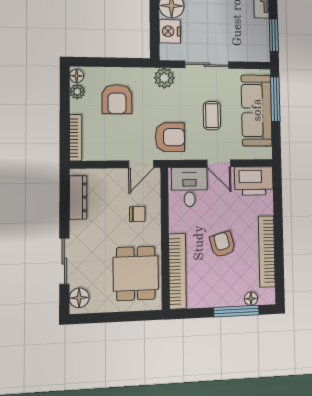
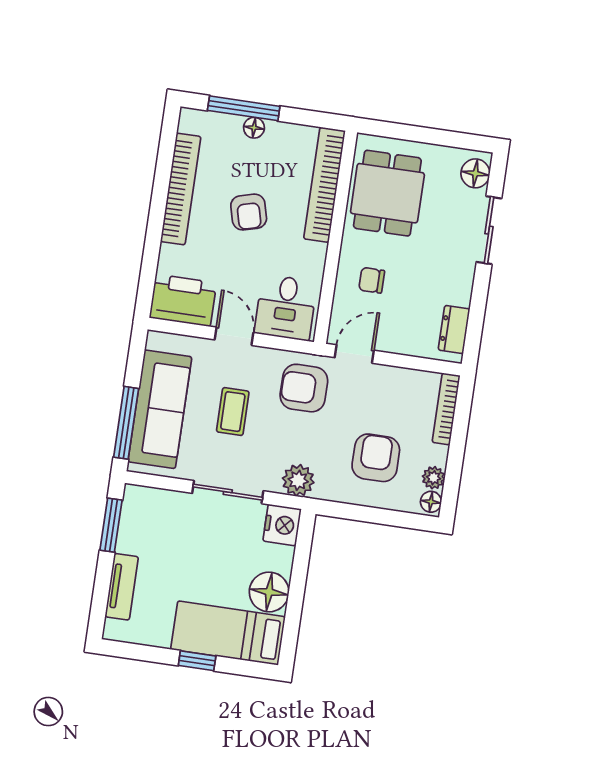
nightstand: (170, 31) -> (282, 525), moved
dresser: (78, 197) -> (454, 330), width x0.70
floor lamp: (251, 299) -> (254, 128), moved

